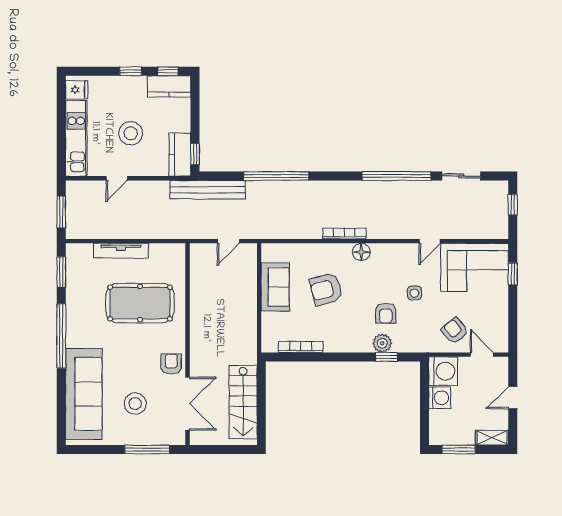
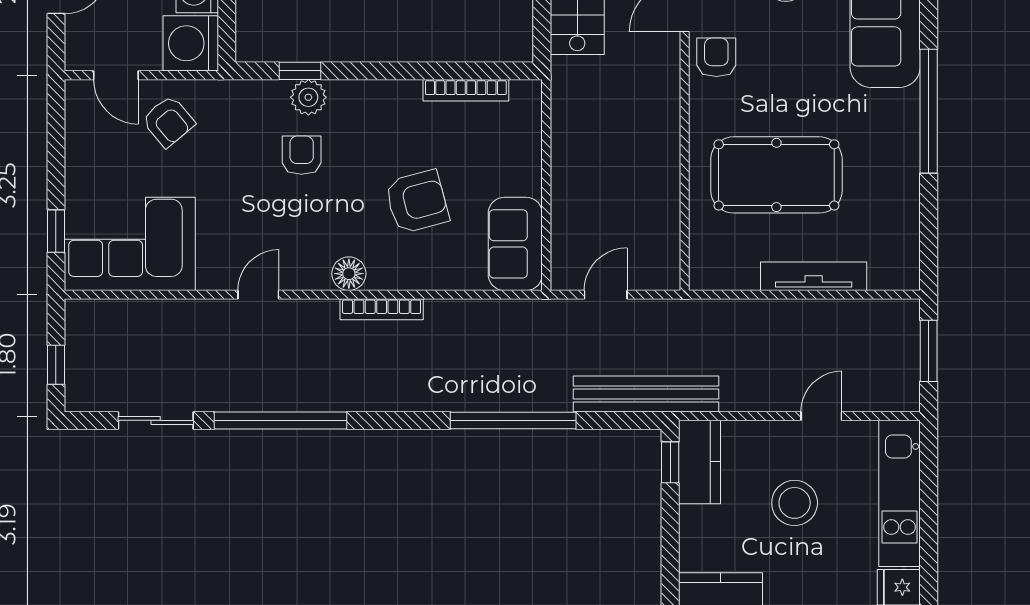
door: (430, 241) -> (258, 295), moved
window: (61, 272) -> (929, 235), removed
sofa: (275, 287) -> (515, 244), moved
side table: (414, 293) -> (246, 194), removed
armchair: (171, 364) -> (716, 57), turned 180

